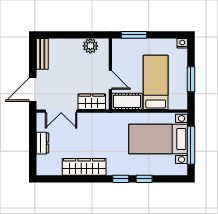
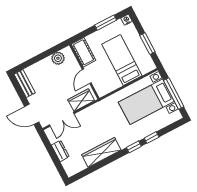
window: (134, 35) -> (106, 23), moved
door: (110, 80) -> (87, 76), swing flipped
door: (33, 90) -> (32, 114), hinge flipped
cot: (127, 101) -> (84, 52), moved, turned 90

